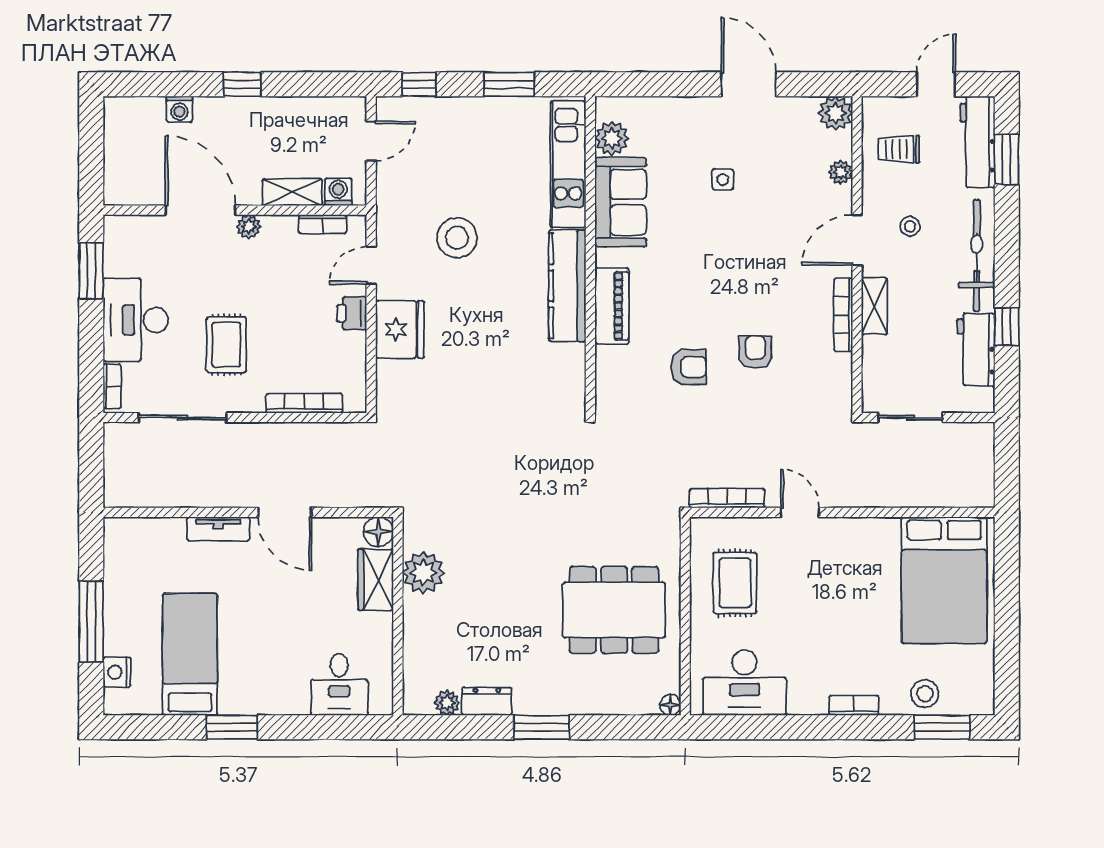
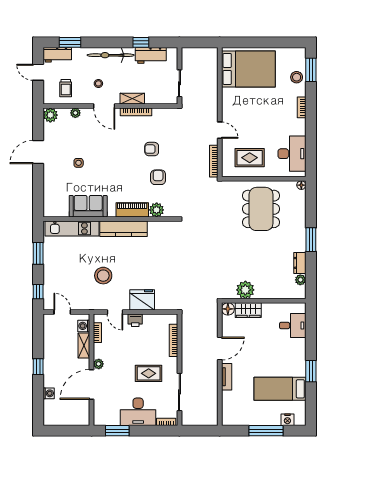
plant: (612, 138) -> (157, 210), moved
workbench: (978, 142) -> (57, 55), width x0.73
door: (800, 512) -> (220, 130), swing flipped

